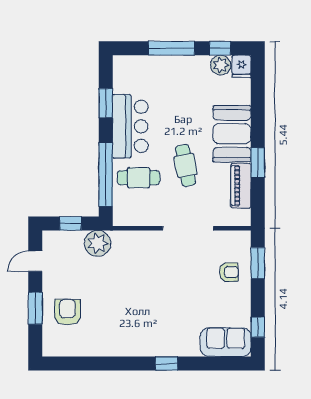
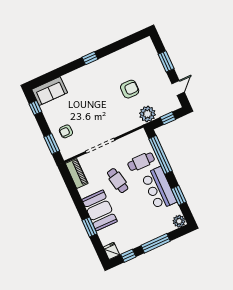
plant: (221, 65) -> (179, 221), moved
window: (258, 163) -> (89, 227), moved
piano: (241, 186) -> (77, 174), moved
armchair: (68, 312) -> (130, 89), moved, turned -90
window: (166, 364) -> (90, 58), moved

